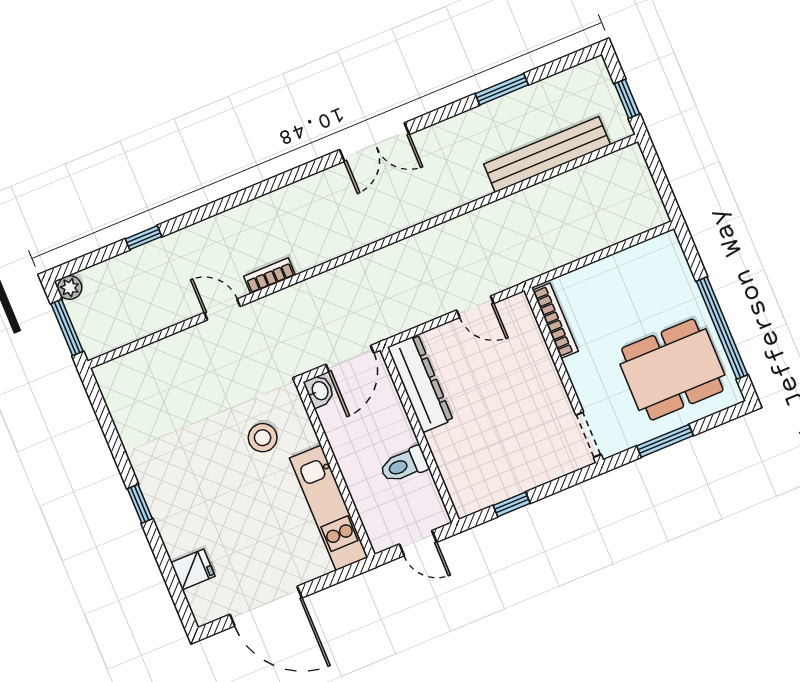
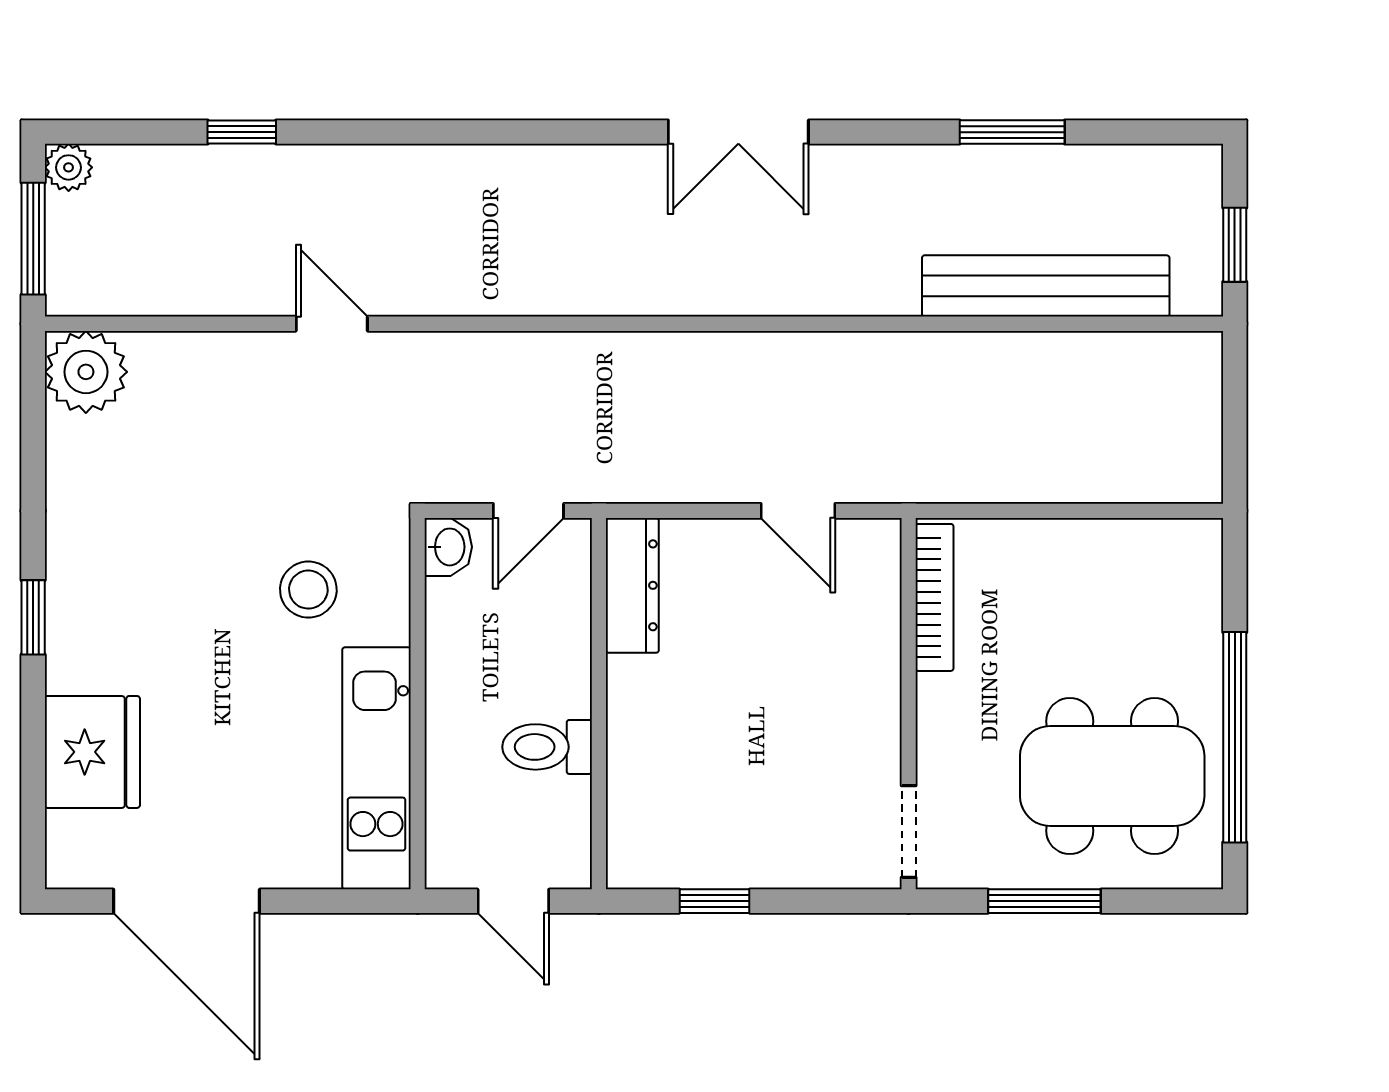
bookcase: (269, 276) -> (444, 298), removed
door: (350, 359) -> (528, 511), width x0.73
plant: (117, 379) -> (86, 372), added
dresser: (420, 384) -> (632, 585), width x0.73, depth x0.80
fridge: (193, 569) -> (92, 752), width x1.88, depth x1.34

